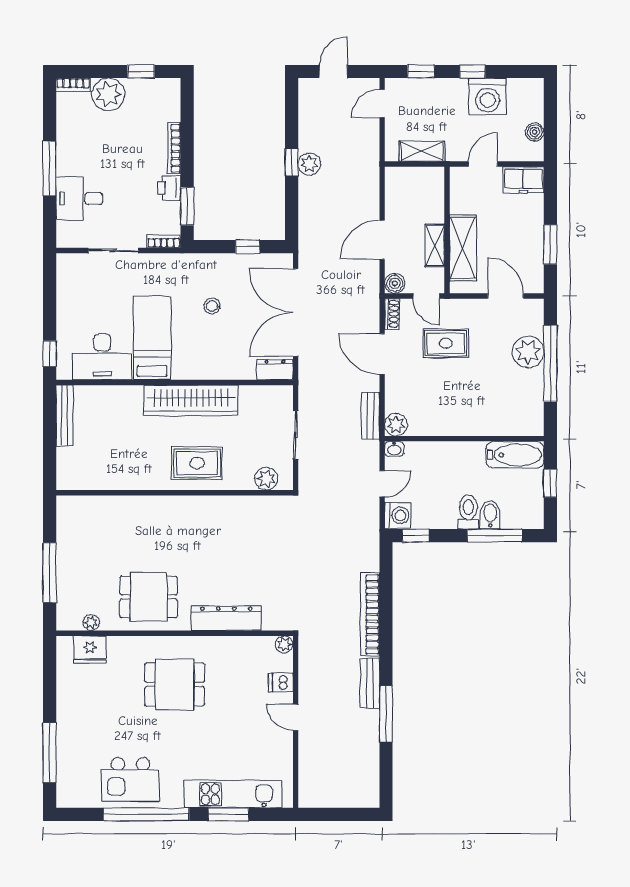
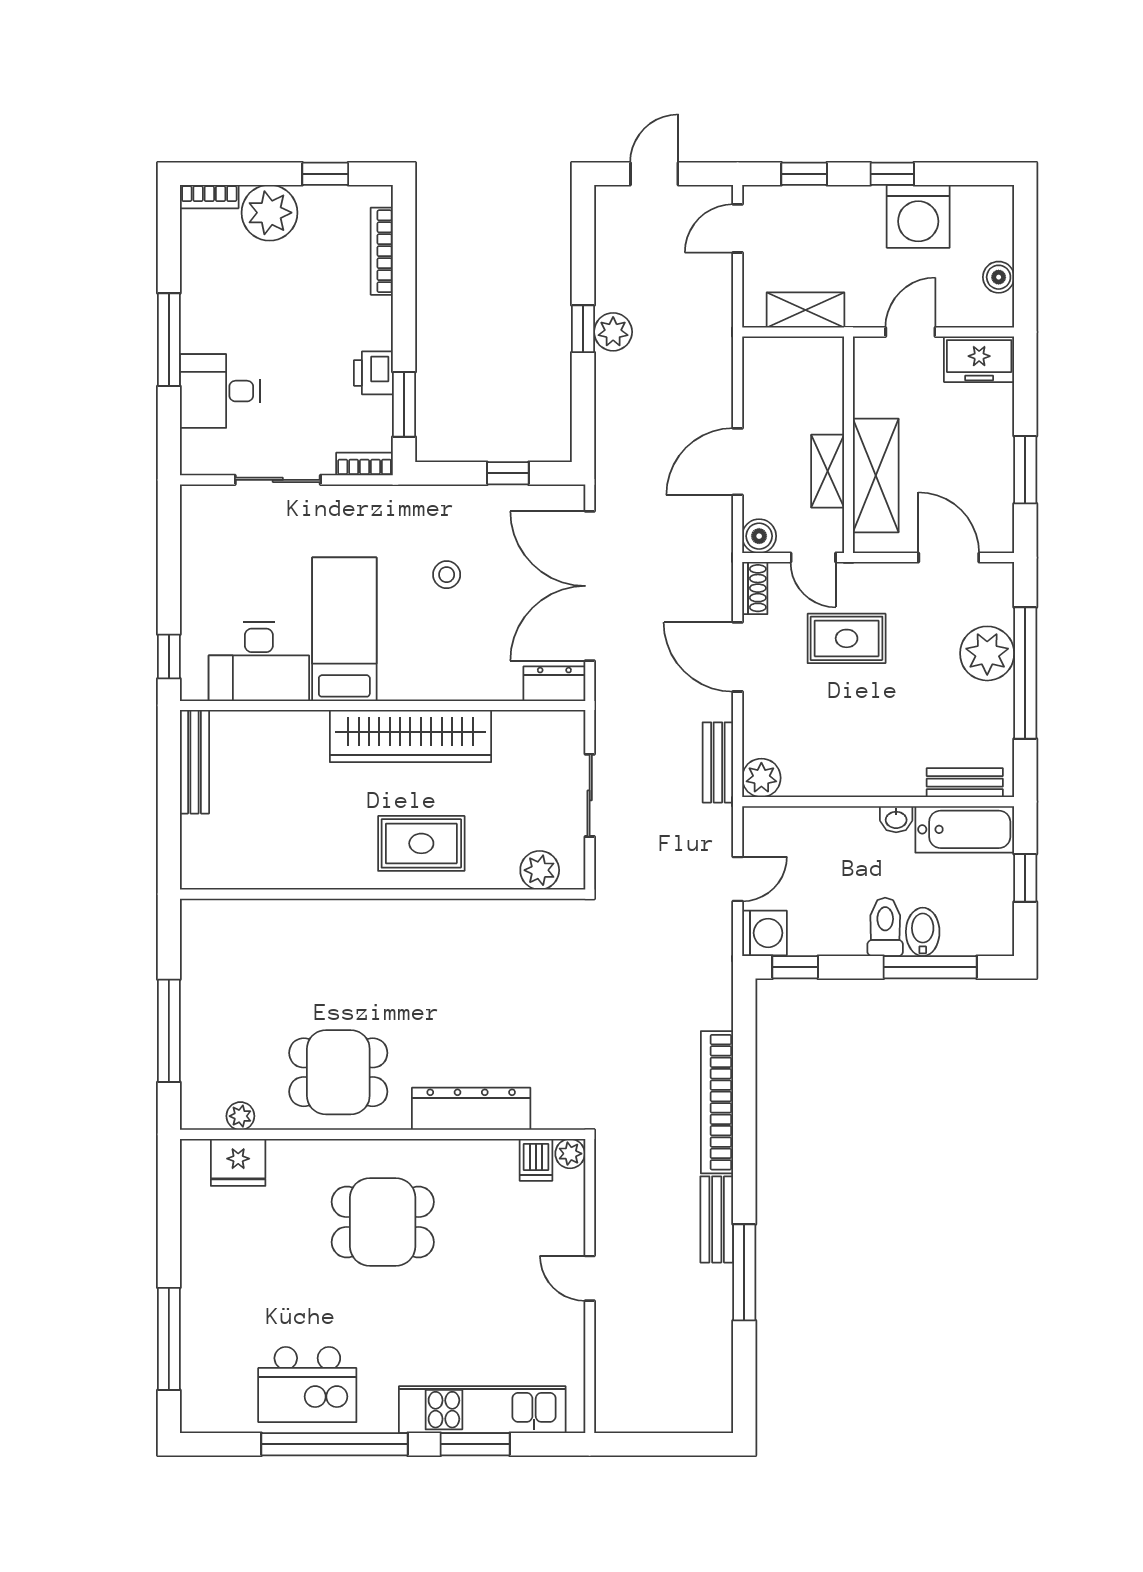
bookcase: (174, 148) -> (382, 251), moved
bench: (515, 428) -> (965, 783), added
washbasin: (394, 449) -> (896, 819), moved
dishwasher: (281, 682) -> (536, 1160), moved, turned -90

